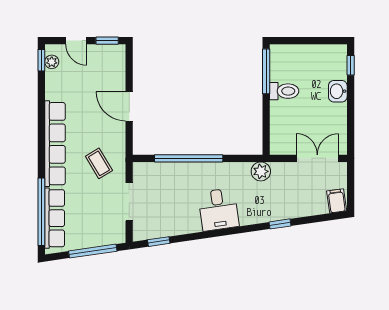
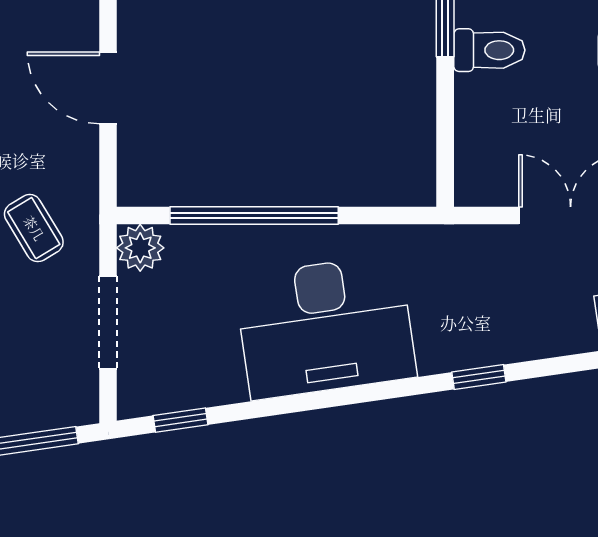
plant: (261, 171) -> (140, 248), moved
desk: (218, 209) -> (325, 327), width x1.87, depth x1.30

